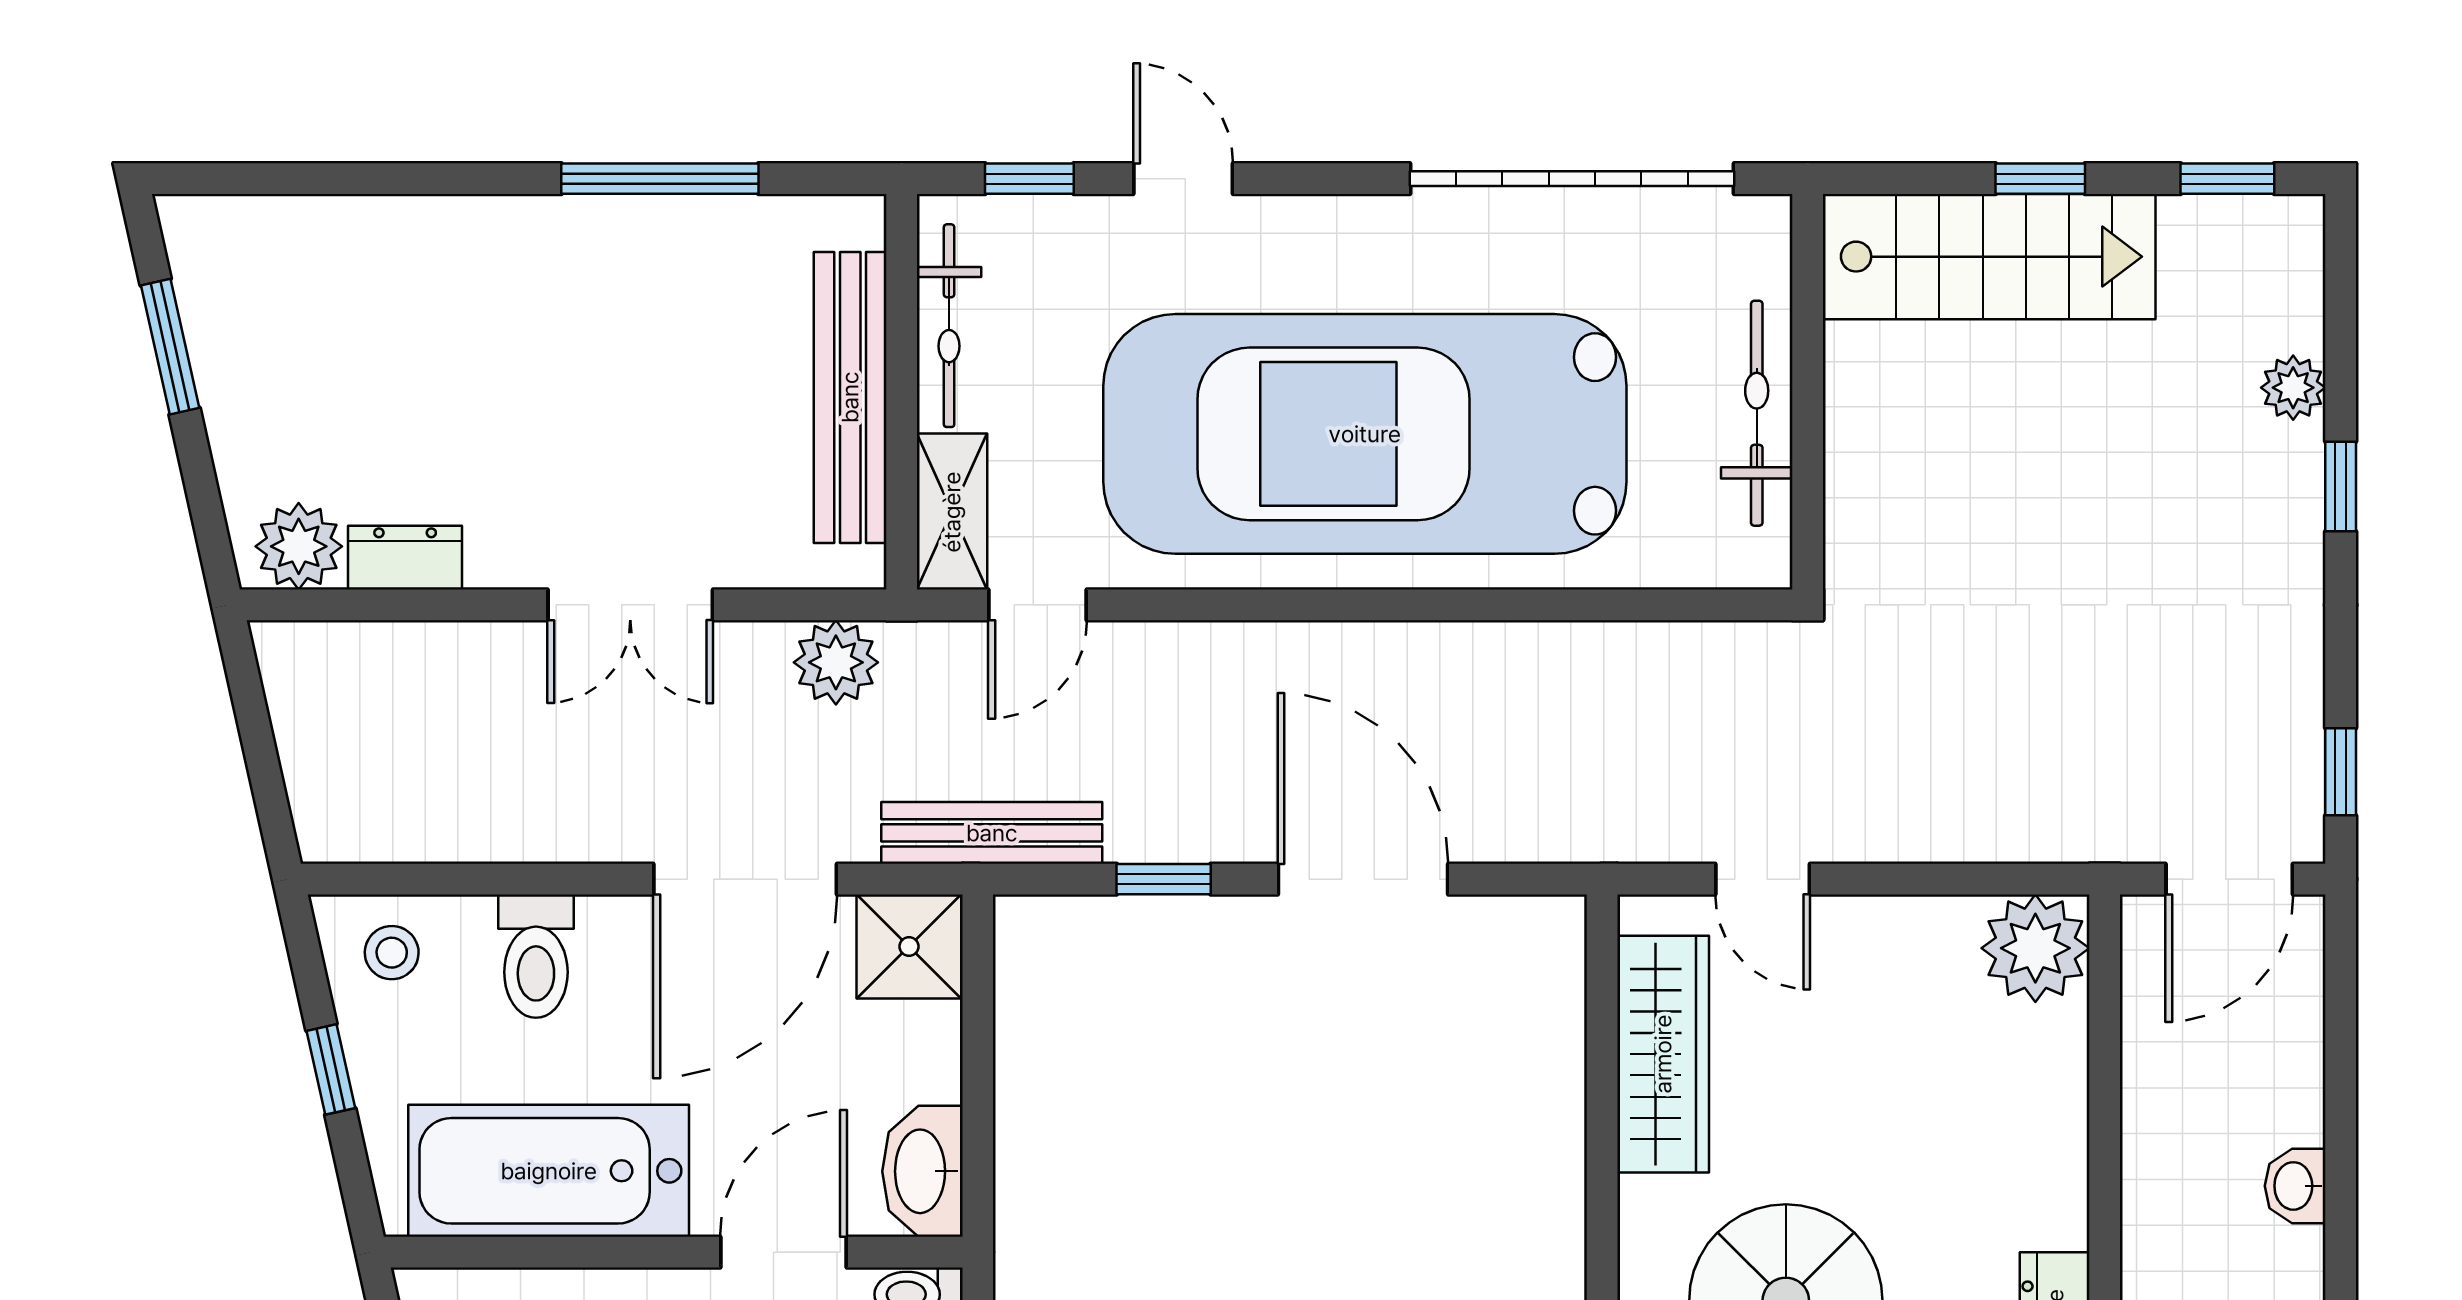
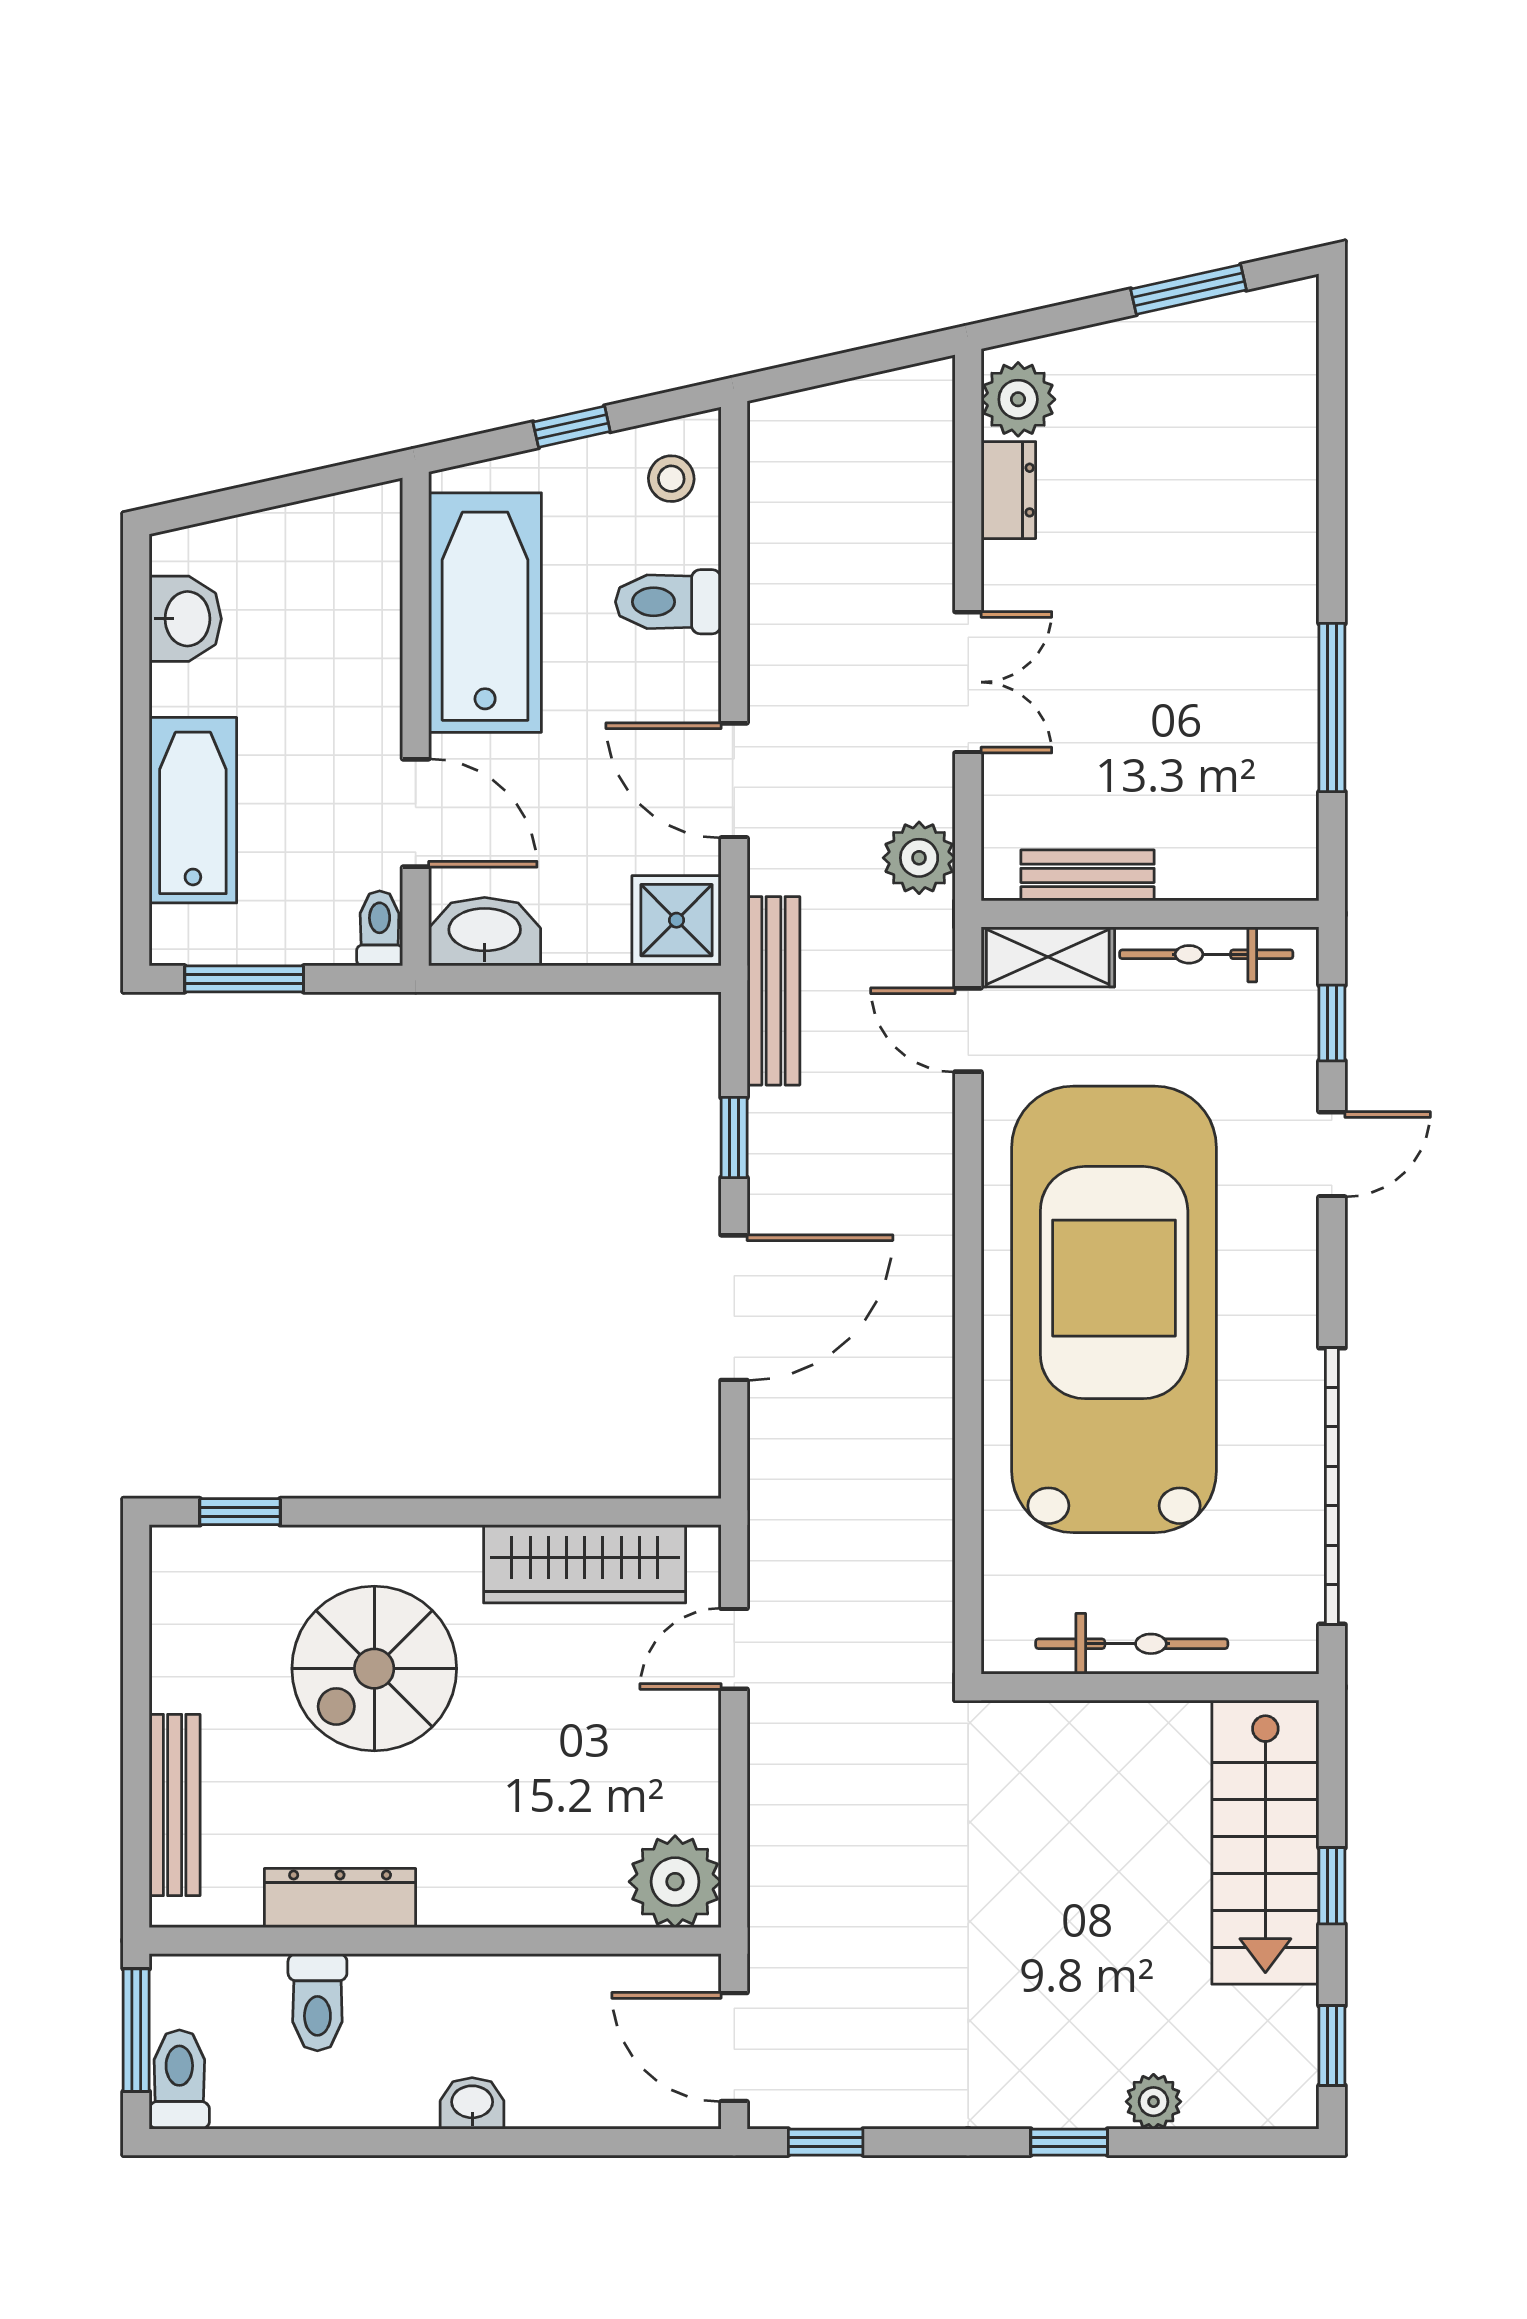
bench: (850, 397) -> (1088, 875), width x0.54, depth x0.82
double door: (630, 605) -> (968, 682), swing flipped
door: (745, 879) -> (734, 780), width x0.73

